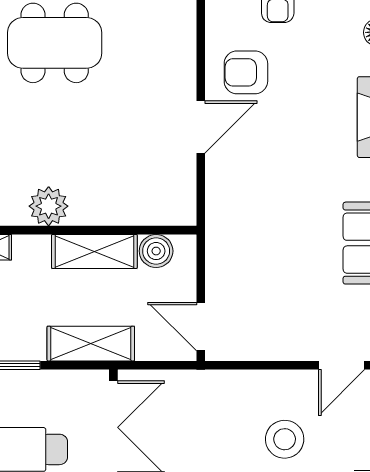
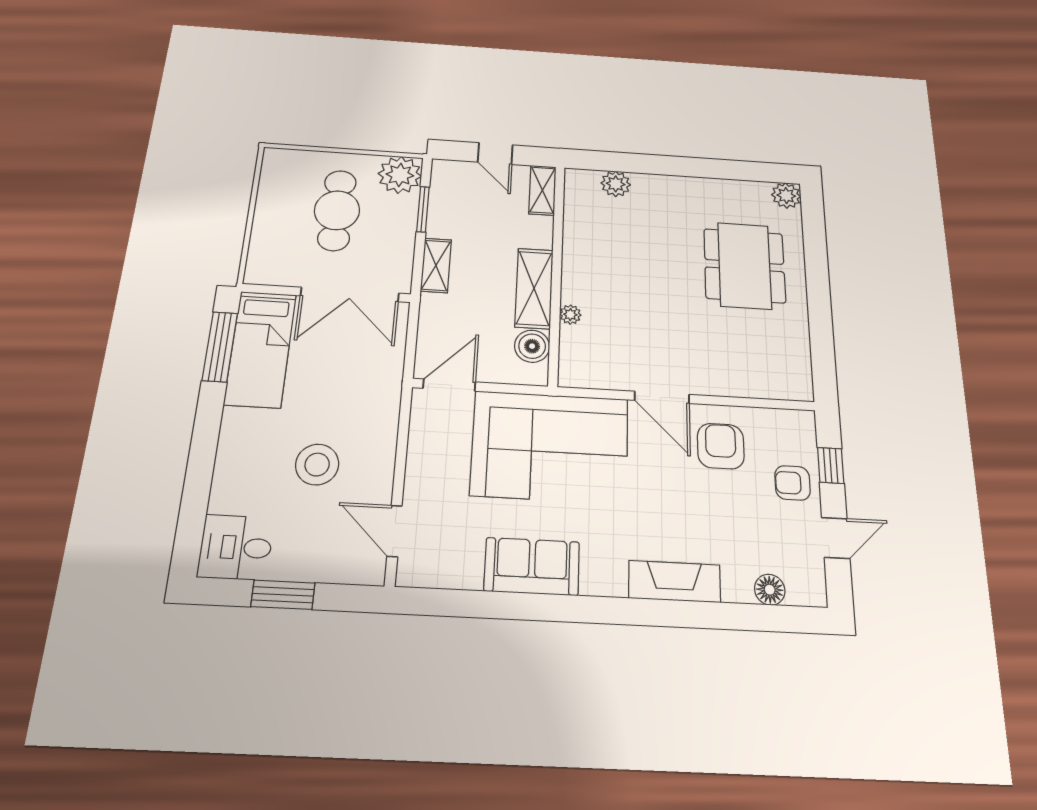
plant: (49, 206) -> (570, 315), moved, width x0.53, depth x0.53
corner sofa: (256, 231) -> (550, 447), added
shelving: (91, 344) -> (436, 265), width x0.67, depth x0.75

